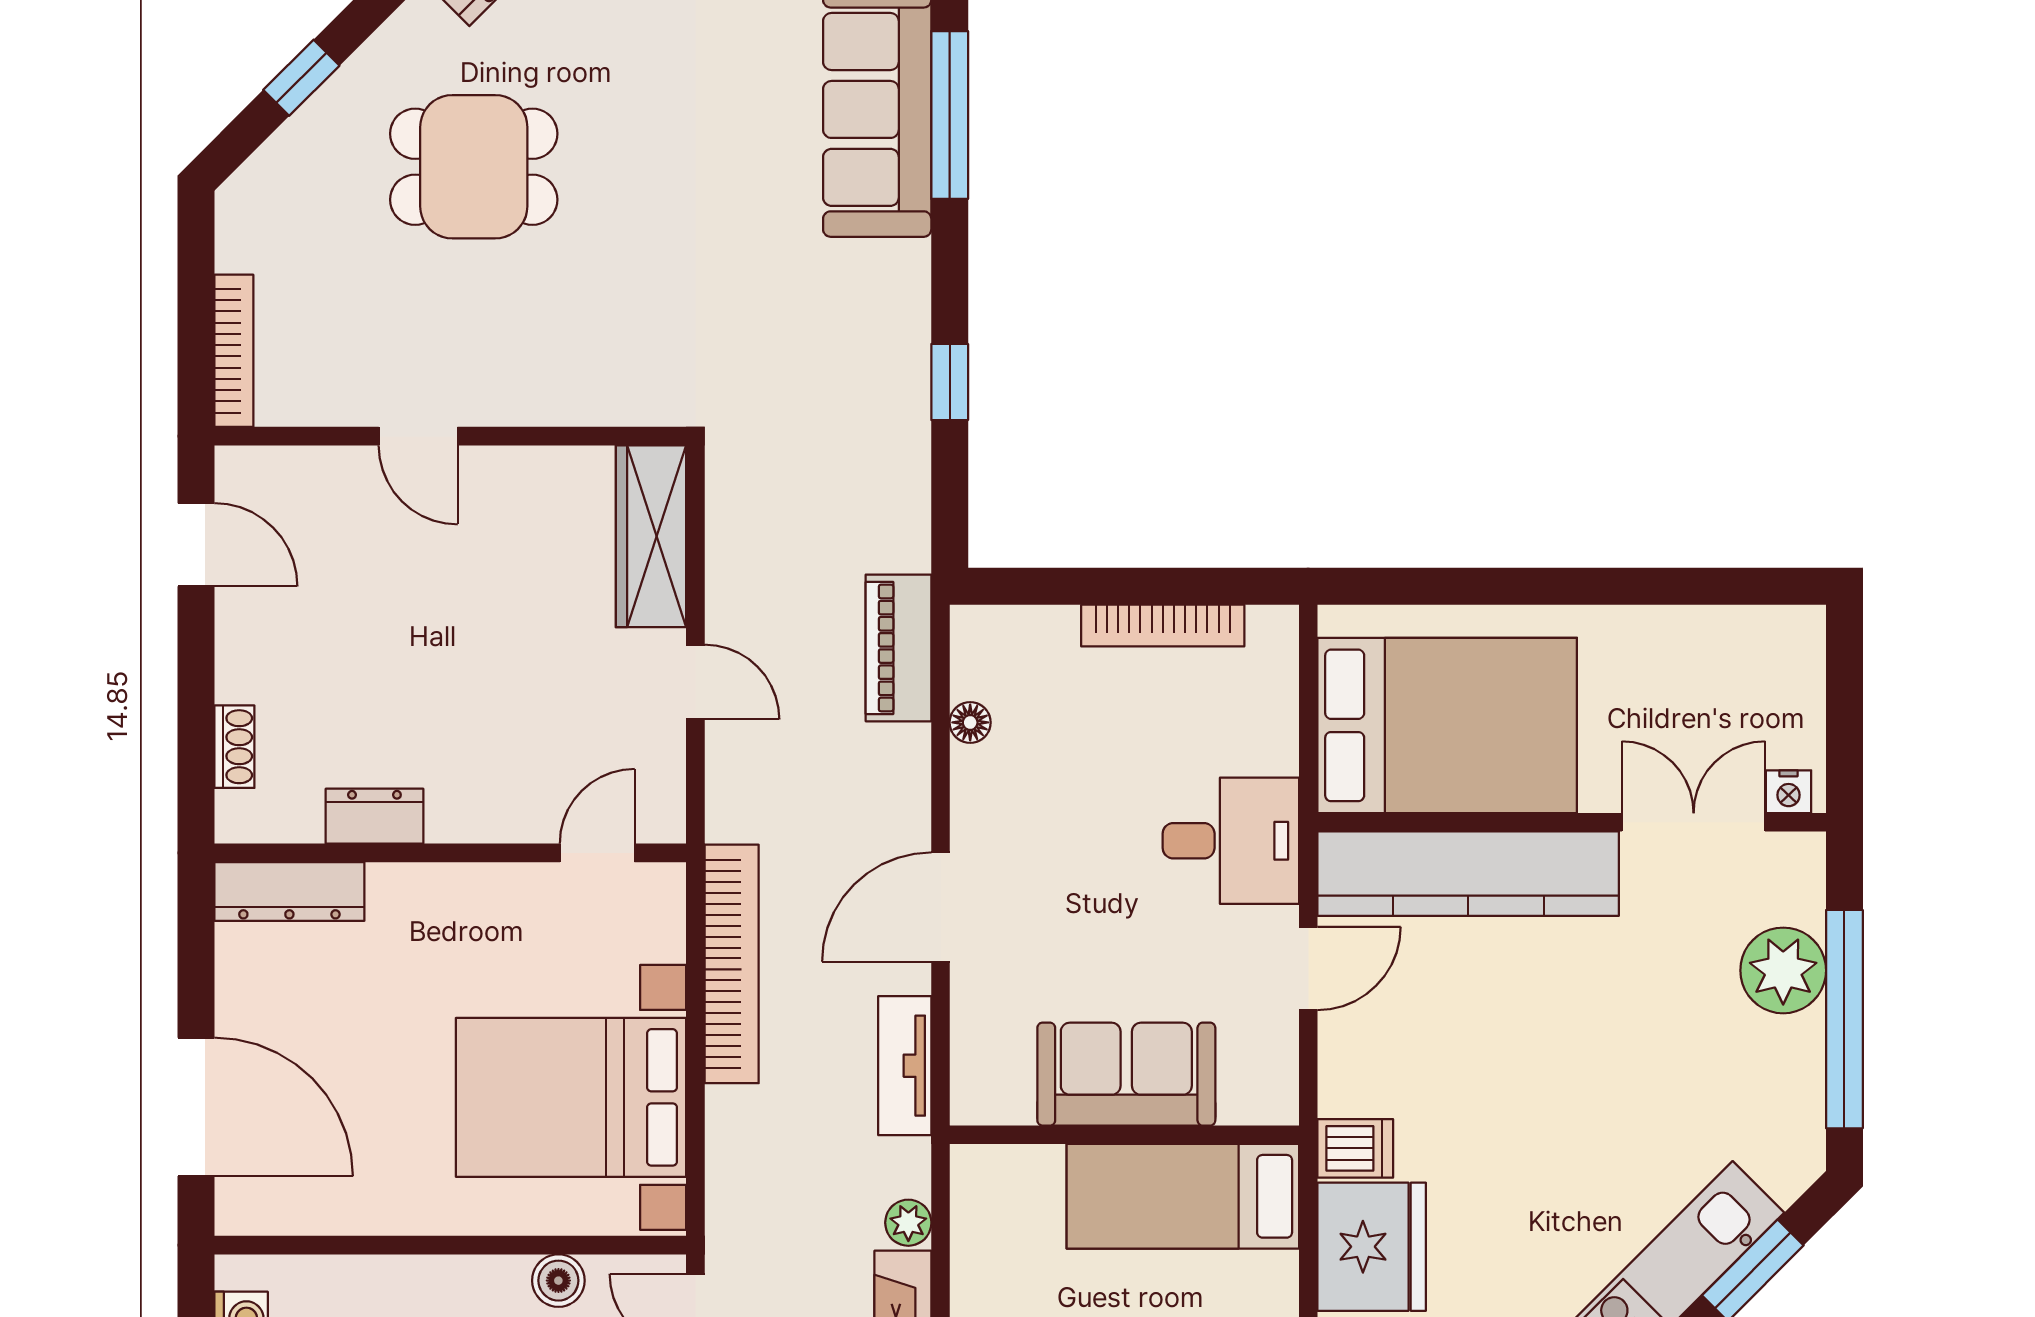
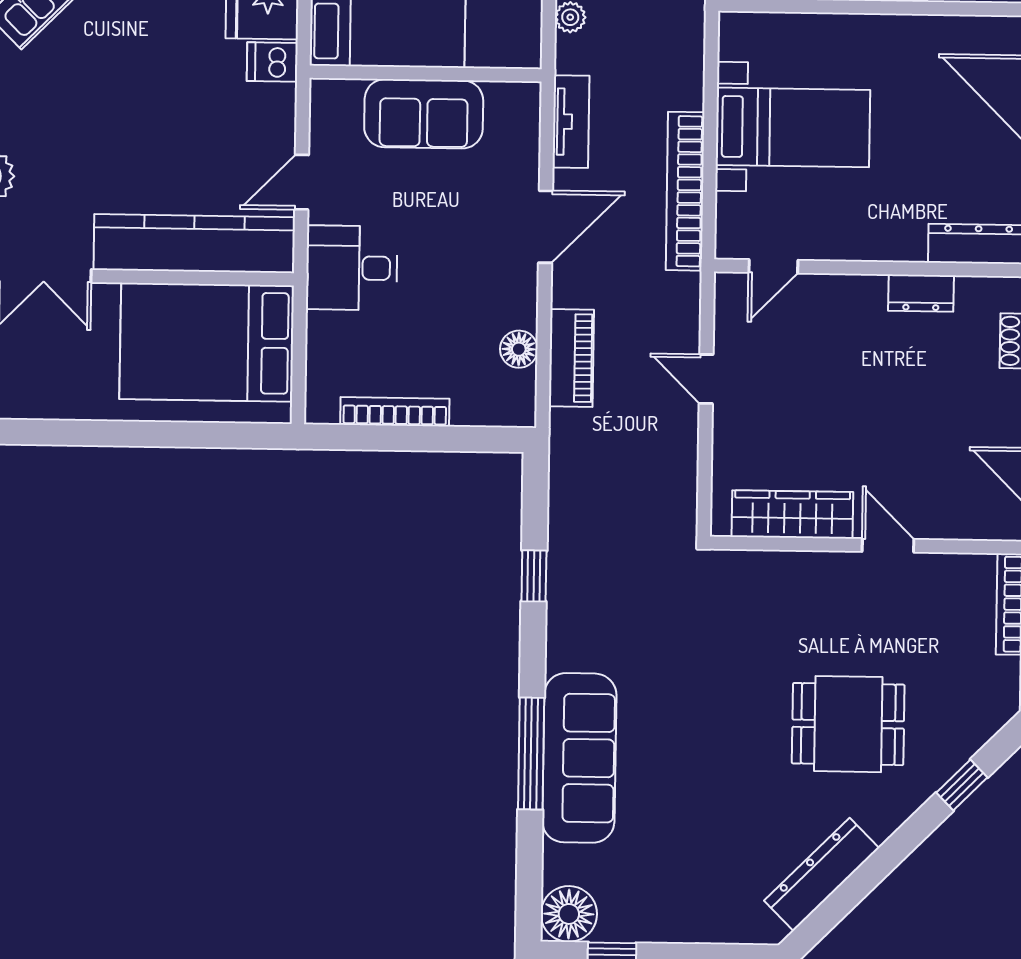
wardrobe: (651, 536) -> (792, 514), moved, turned -90
piano: (899, 648) -> (571, 358), moved
floor lamp: (970, 722) -> (519, 349), width x1.37, depth x1.37
bed with nightstands: (571, 1097) -> (793, 127), width x0.73

